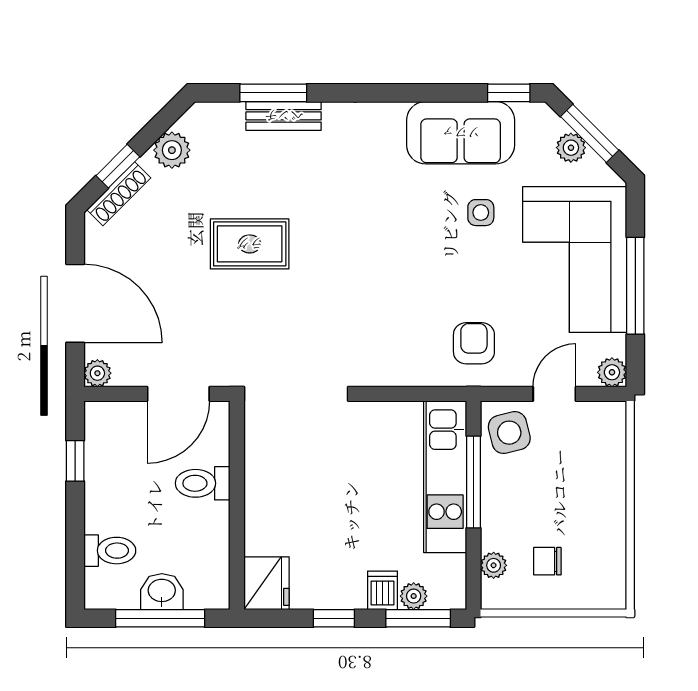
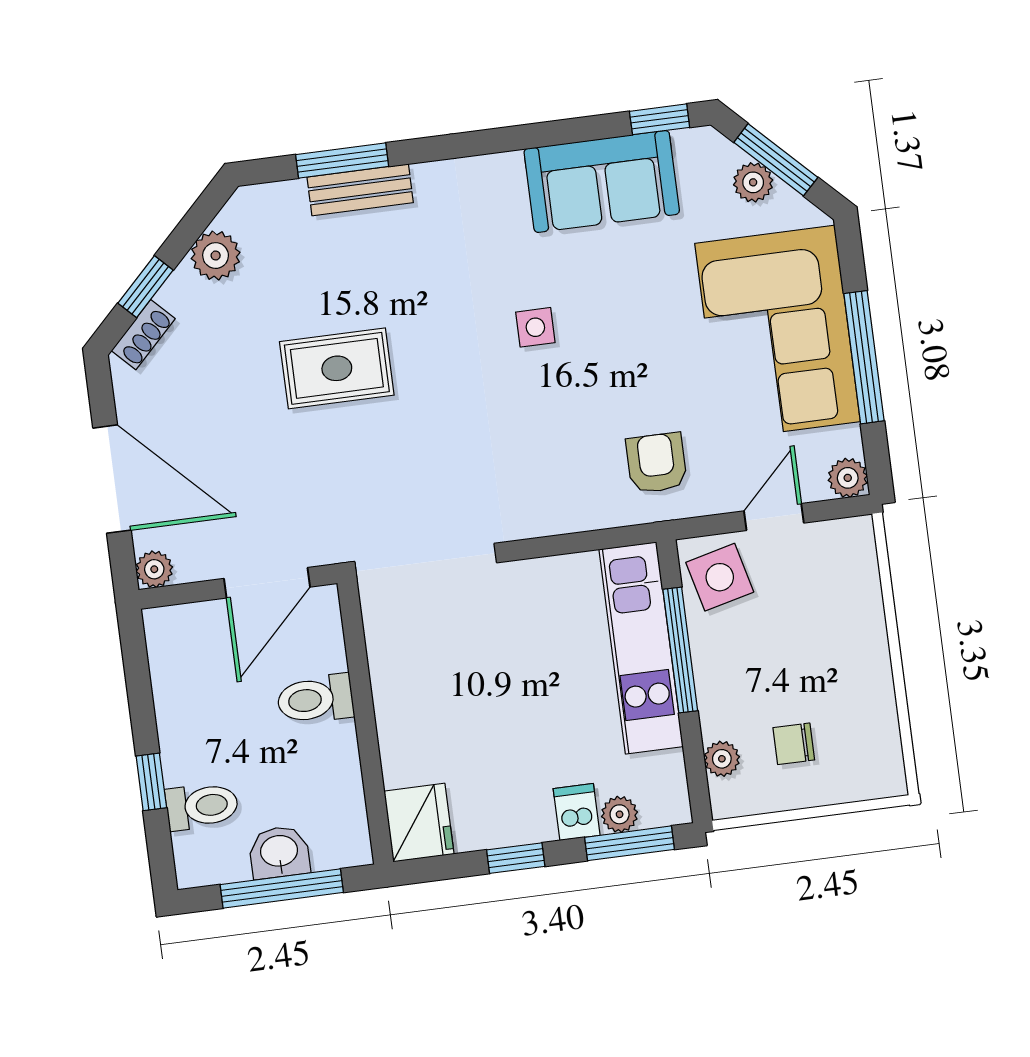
shoe rack: (119, 194) -> (143, 335), width x0.70
side table: (481, 213) -> (535, 327), moved
window: (75, 461) -> (151, 782), moved

